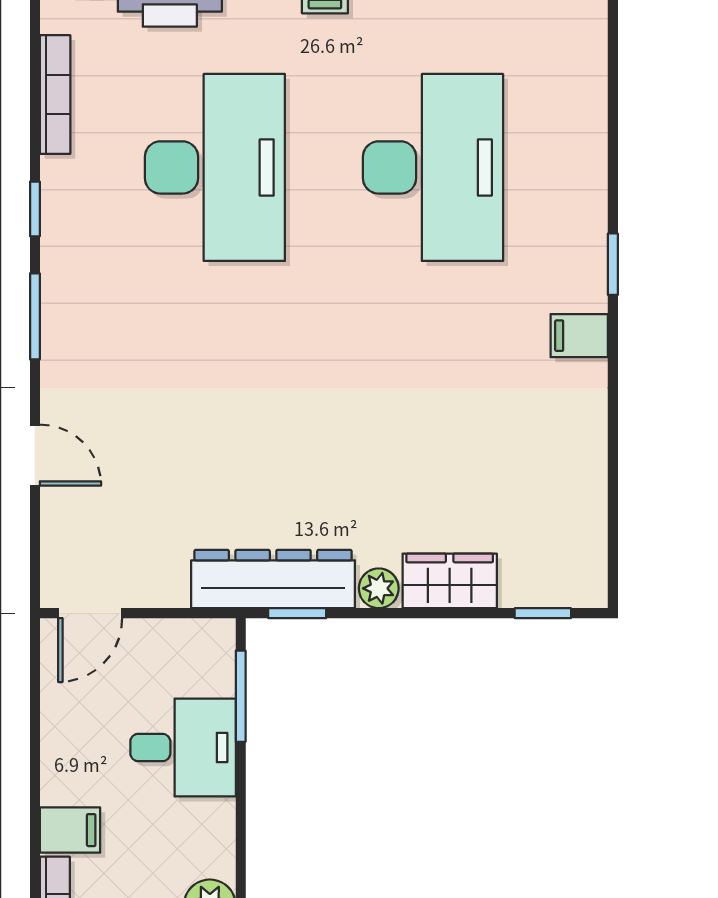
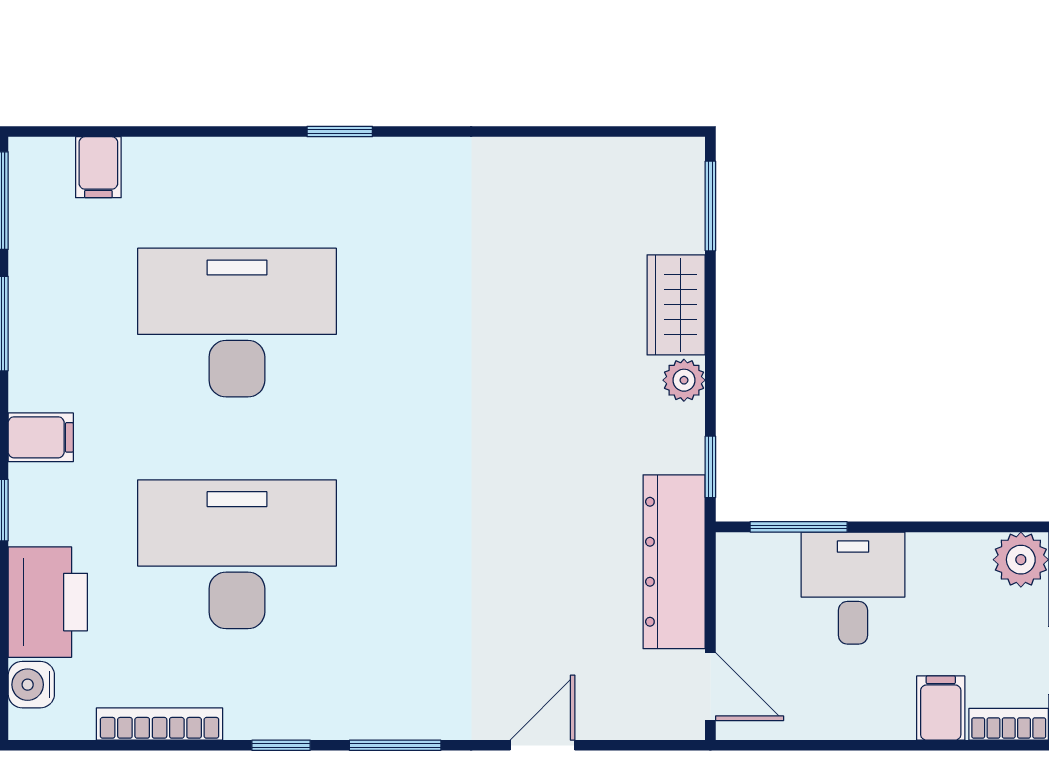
filing cabinet: (579, 336) -> (98, 167), moved
dresser: (273, 579) -> (674, 562), moved
window: (543, 613) -> (710, 206), width x1.50

